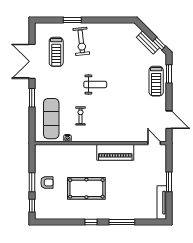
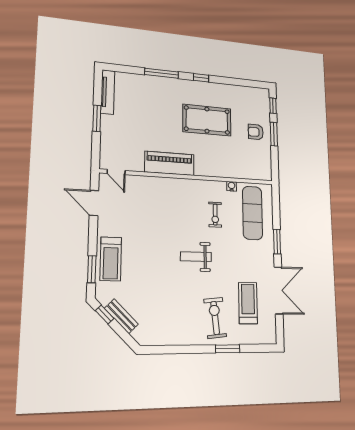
treadmill: (156, 81) -> (111, 259), turned 180

